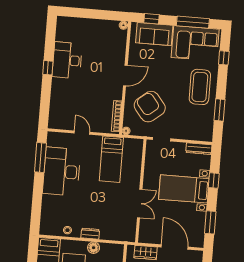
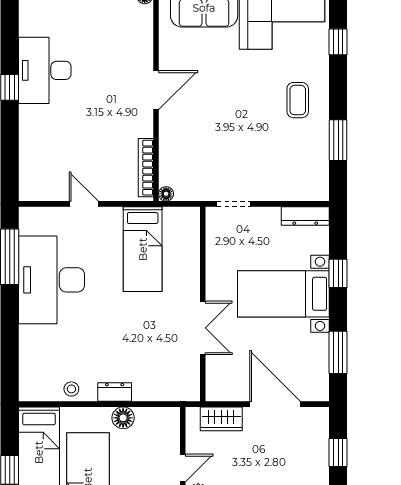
coffee table: (200, 87) -> (298, 100), width x0.54, depth x0.58
armchair: (150, 107) -> (207, 145), removed

